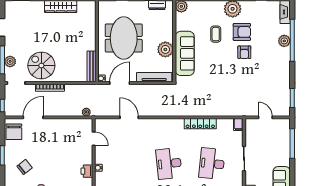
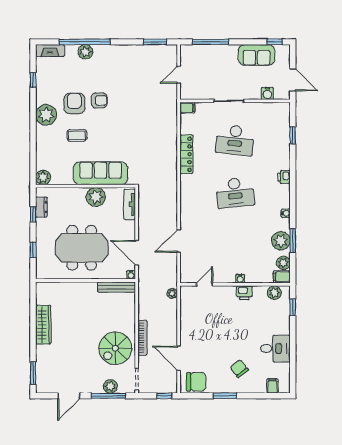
tv unit: (154, 77) -> (130, 204), width x0.71

